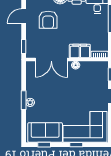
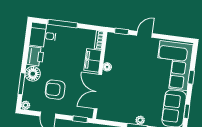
armchair: (48, 20) -> (55, 90), turned 180
double door: (51, 60) -> (98, 92), swing flipped

